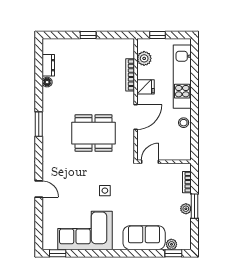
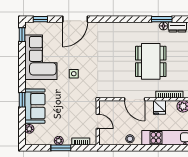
window: (39, 124) -> (162, 19), moved
dining table: (94, 133) -> (151, 61), moved
door: (150, 162) -> (98, 121), moved
door: (39, 189) -> (75, 19), width x1.88
window: (39, 231) -> (40, 19), added
window: (173, 253) -> (22, 100), moved

